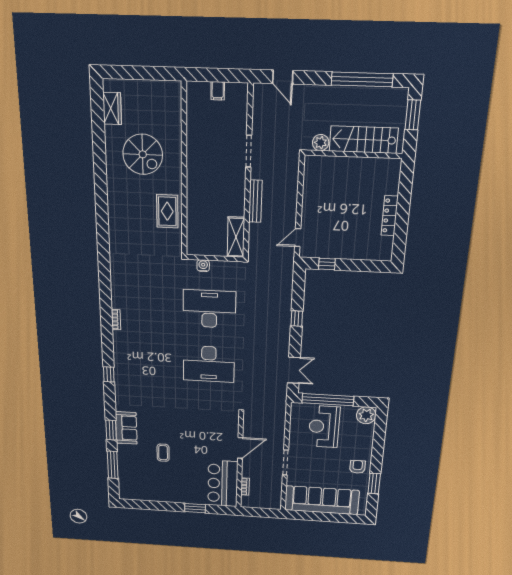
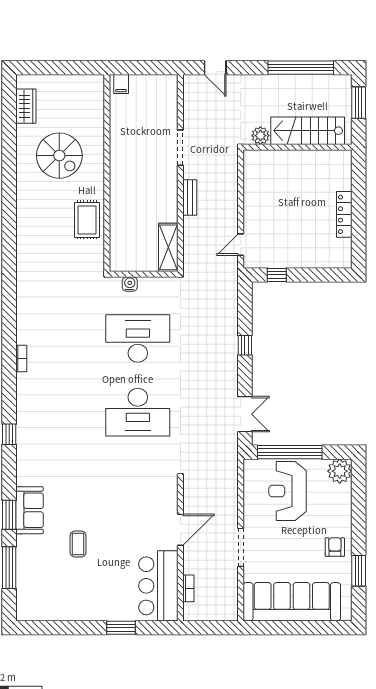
filing cabinet: (218, 91) -> (121, 84), moved
bench: (255, 201) -> (190, 197), width x0.73

